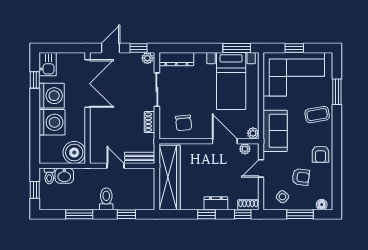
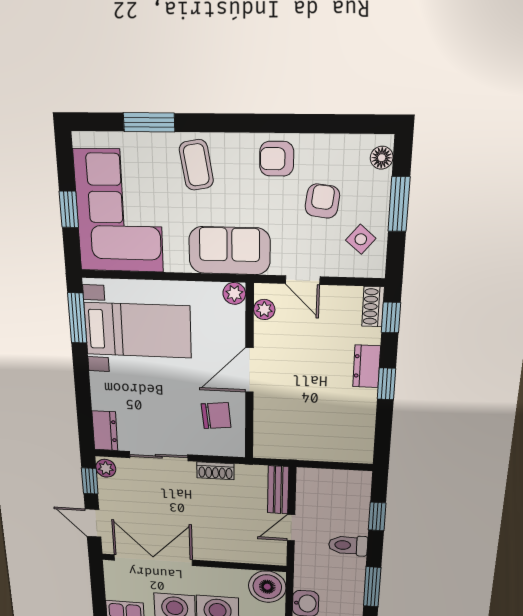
dresser: (176, 59) -> (105, 431), width x0.70
door: (225, 141) -> (249, 370), moved
armchair: (321, 154) -> (277, 159), turned 180
wardrobe: (170, 177) -> (314, 444), removed

